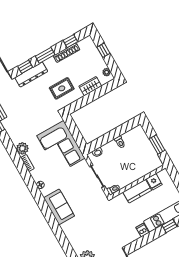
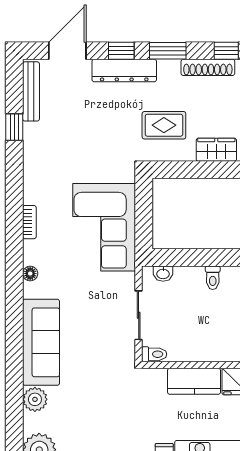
plant: (22, 148) -> (35, 399), moved
sofa: (59, 207) -> (41, 342), width x1.36

